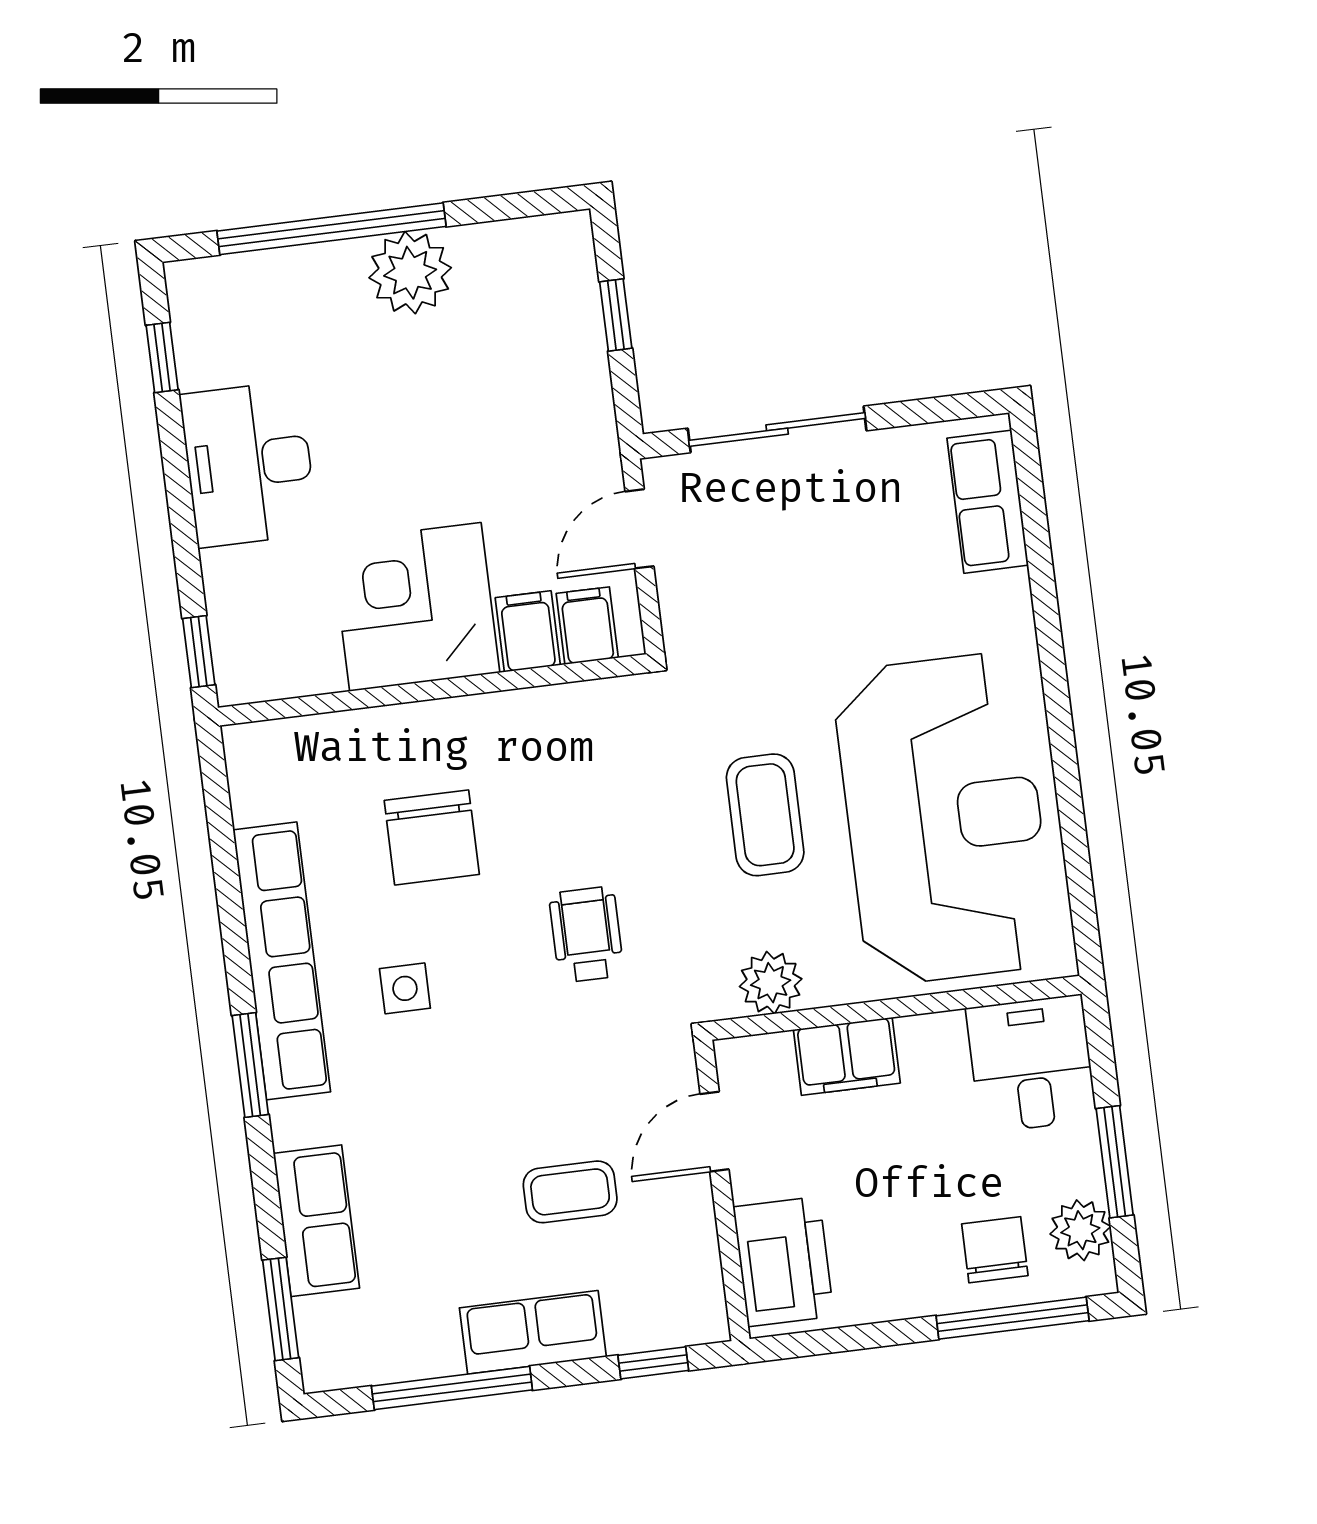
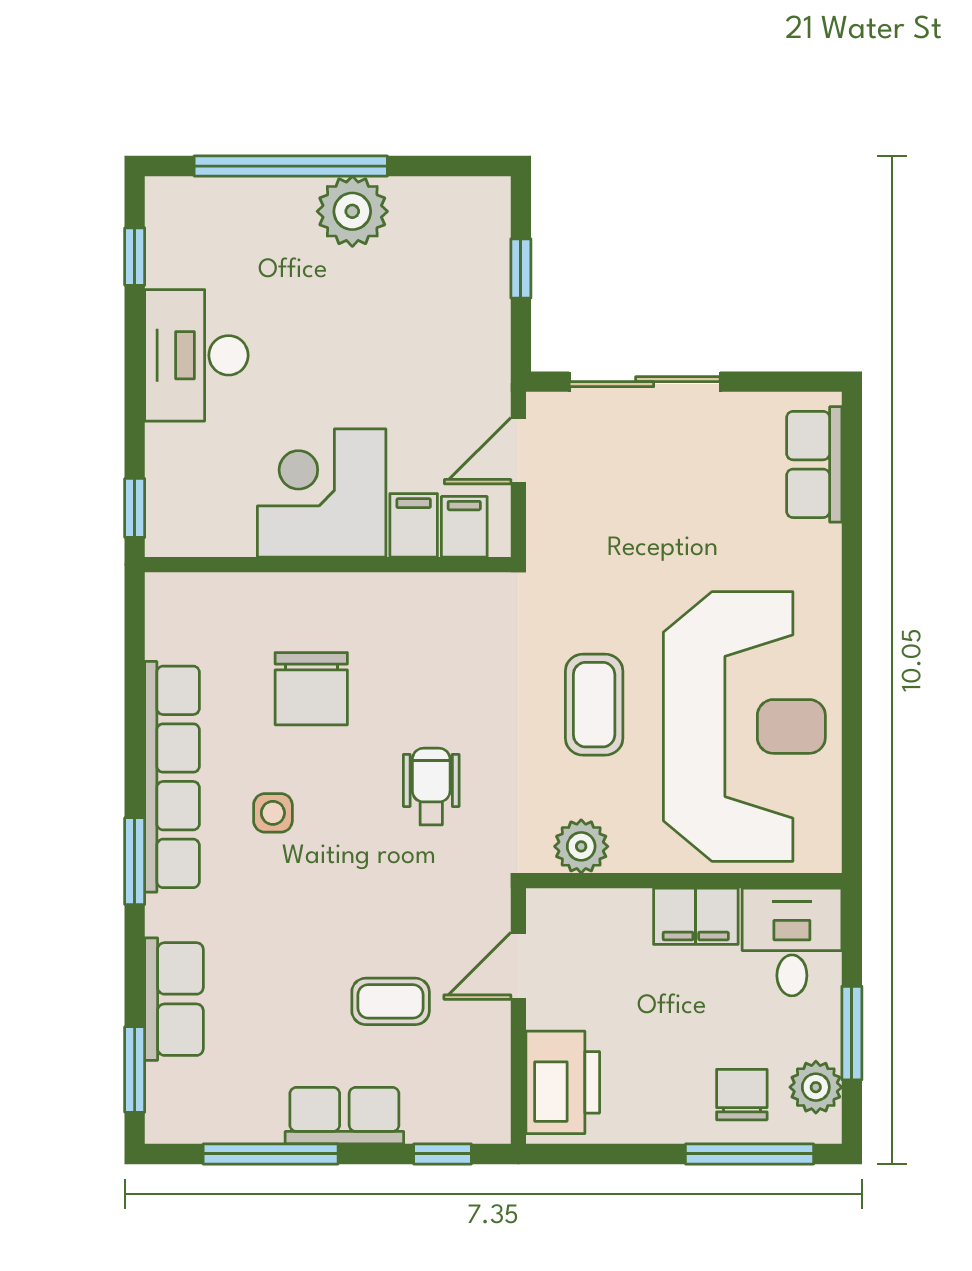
filing cabinet: (847, 1056) -> (696, 916), moved

